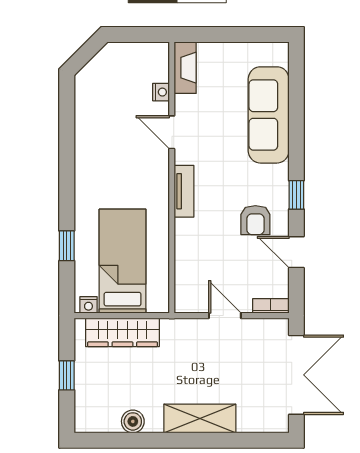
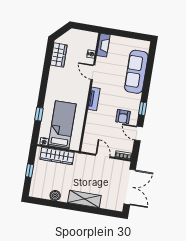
wardrobe: (89, 106) -> (59, 55), added

